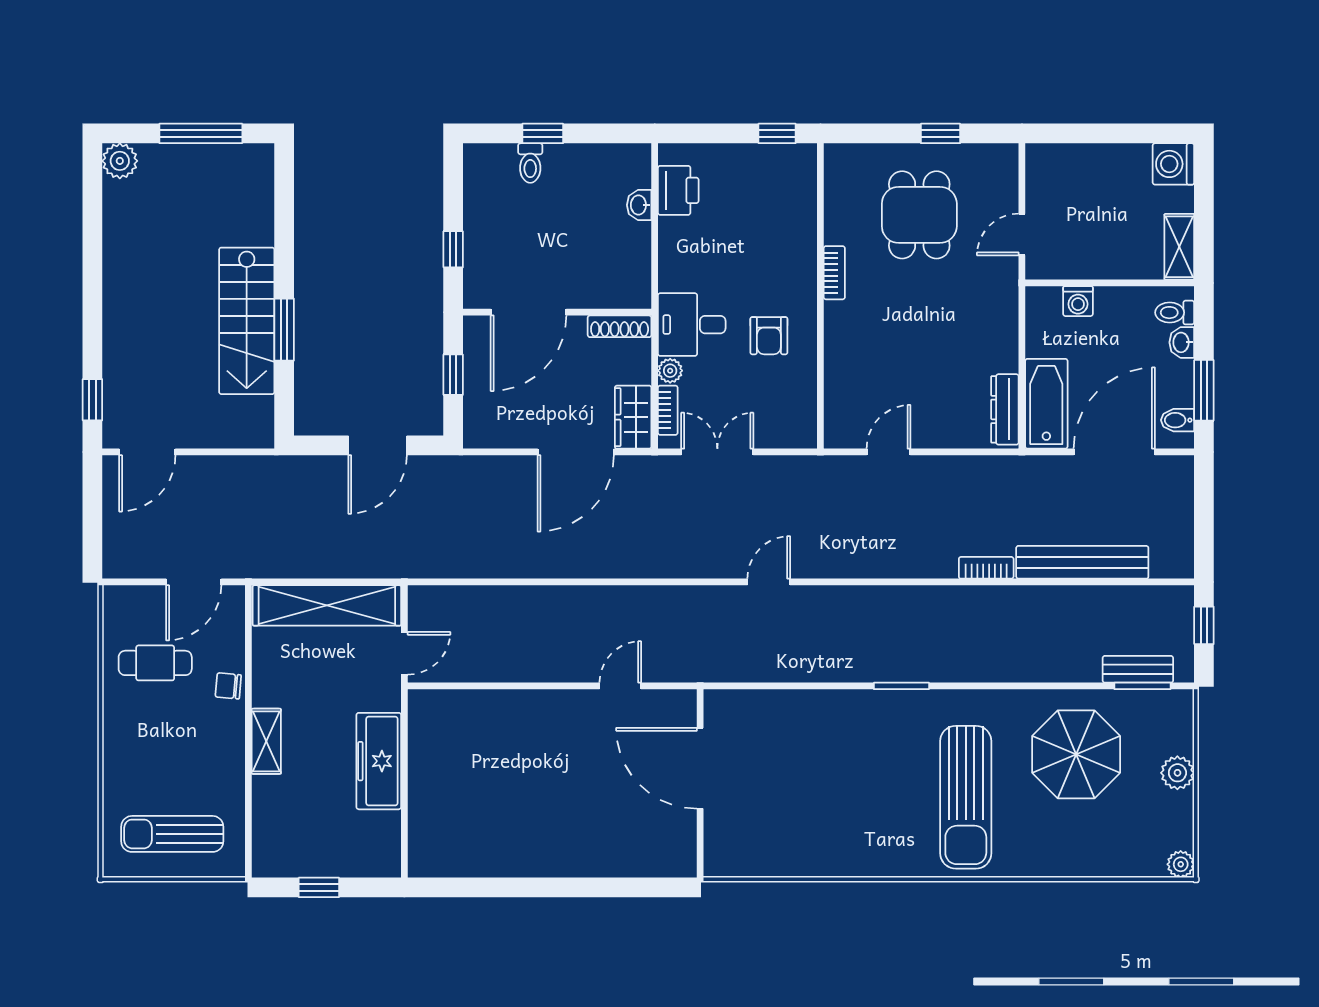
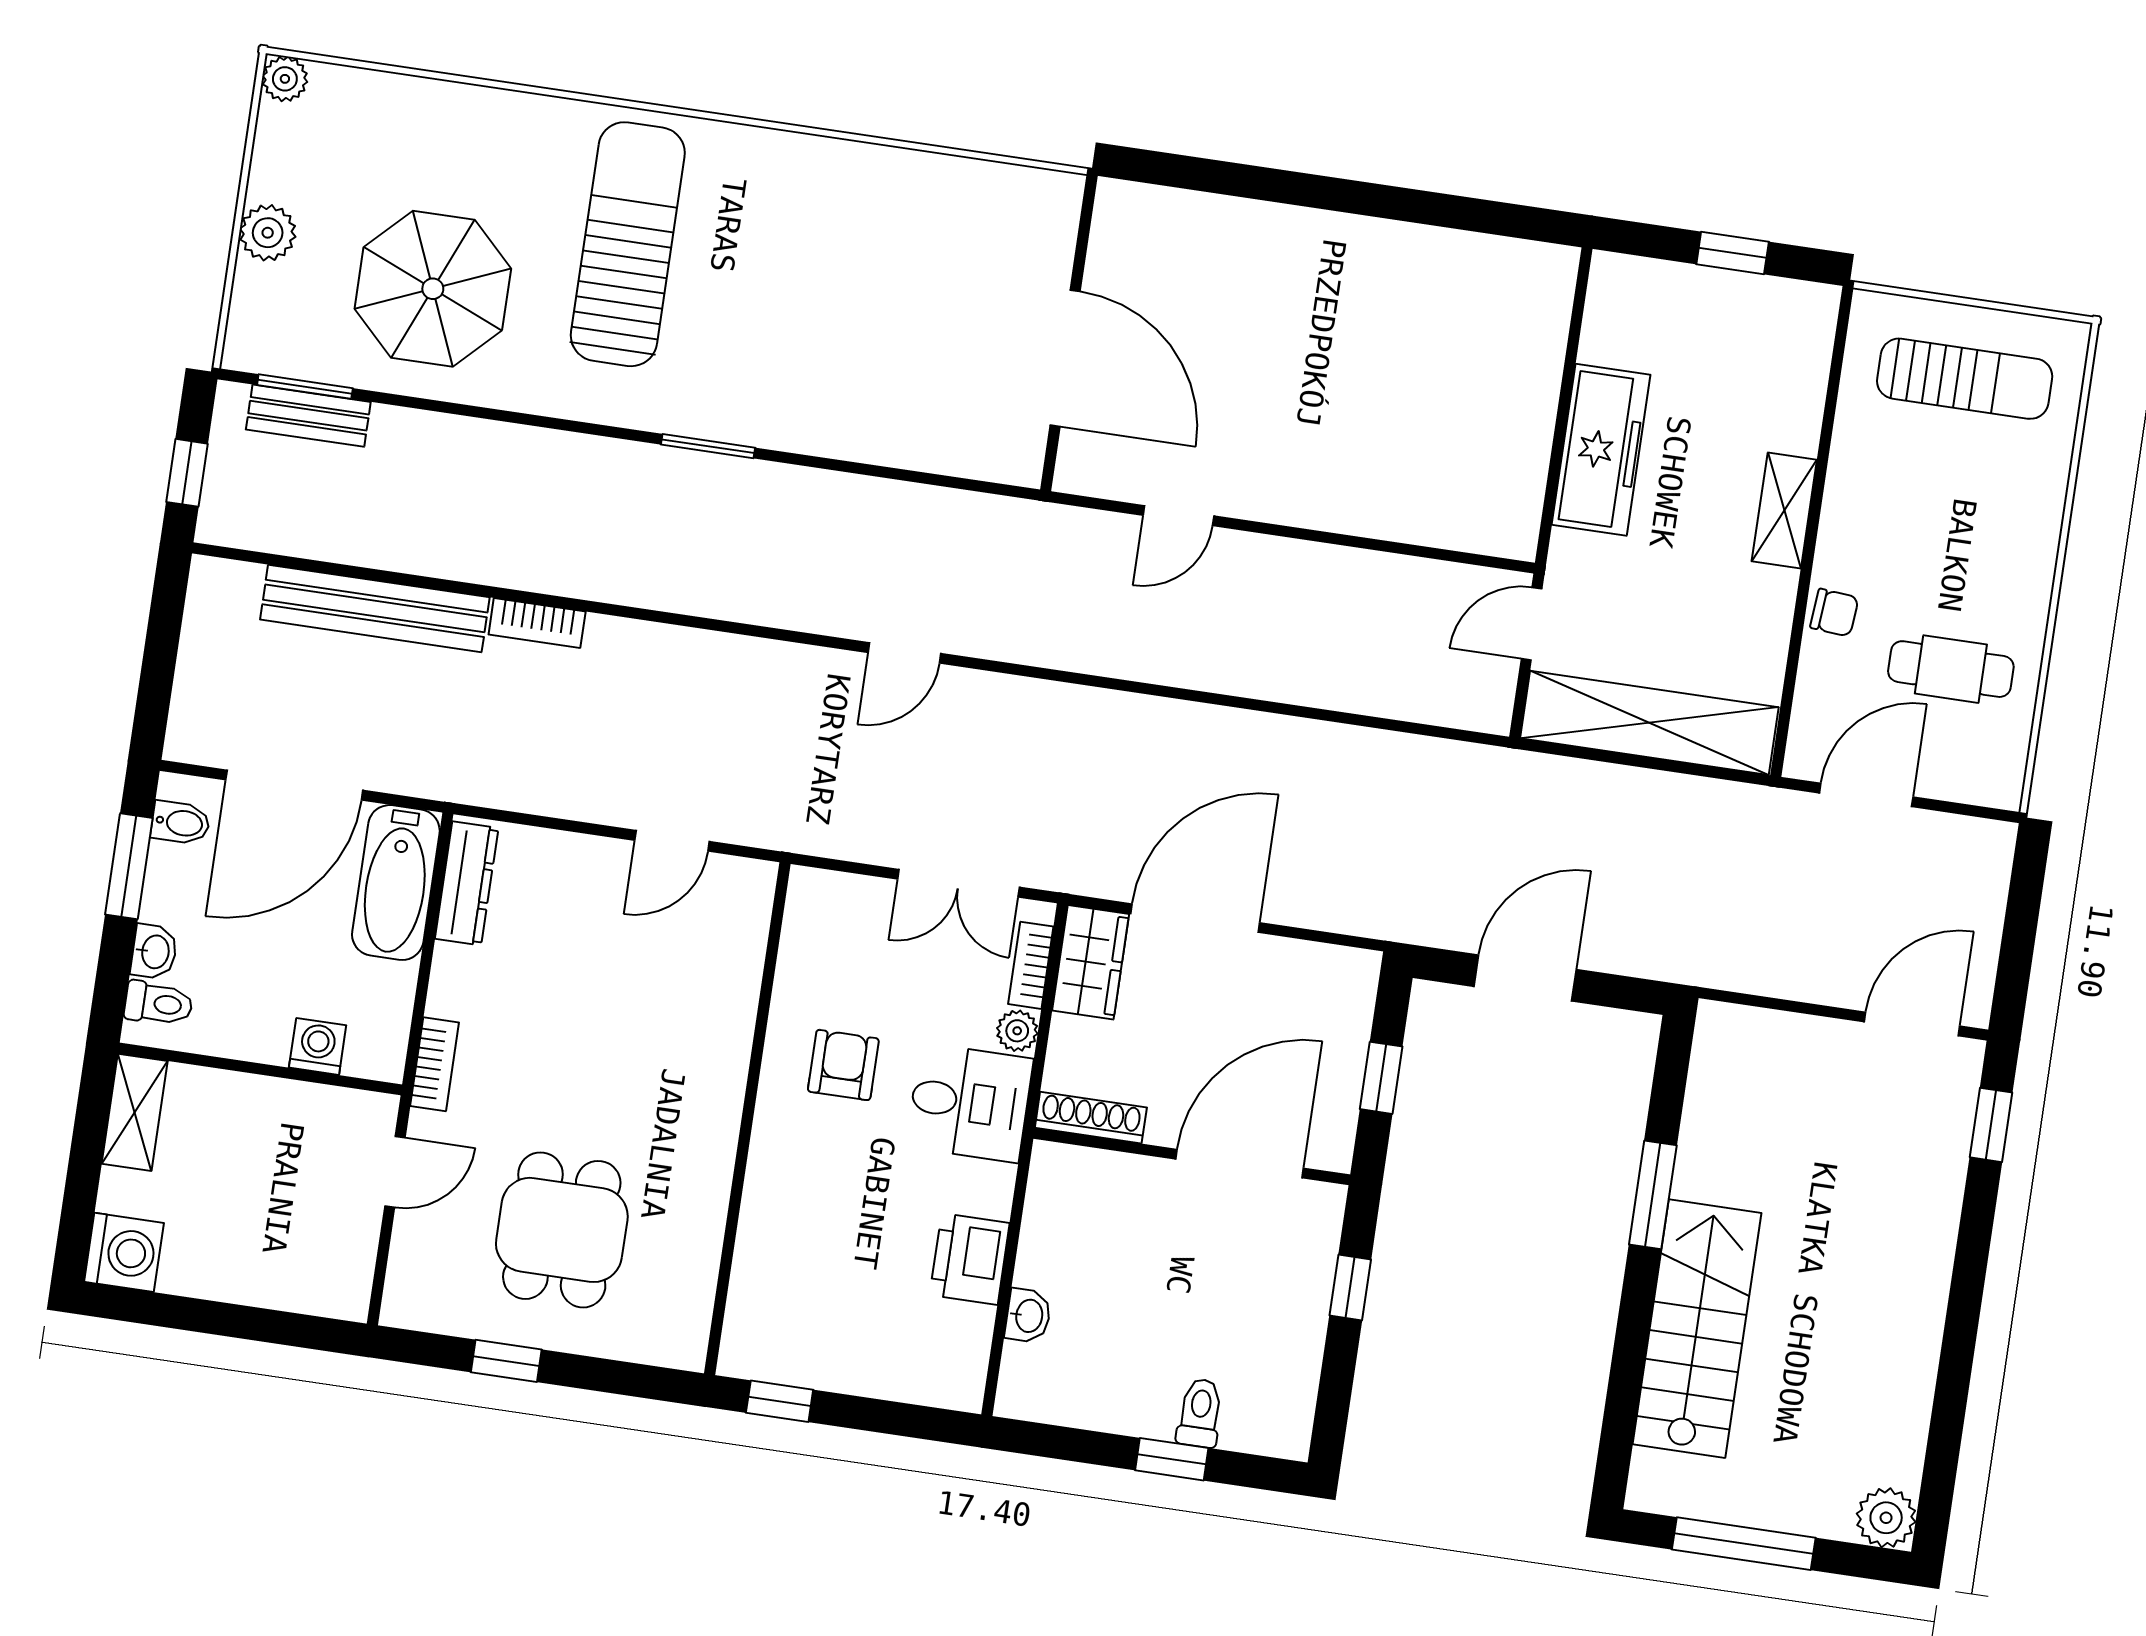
printer: (678, 190) -> (970, 1259), moved
bookcase: (834, 273) -> (435, 1064), moved, turned 180
stairs: (247, 321) -> (1697, 1329), moved

